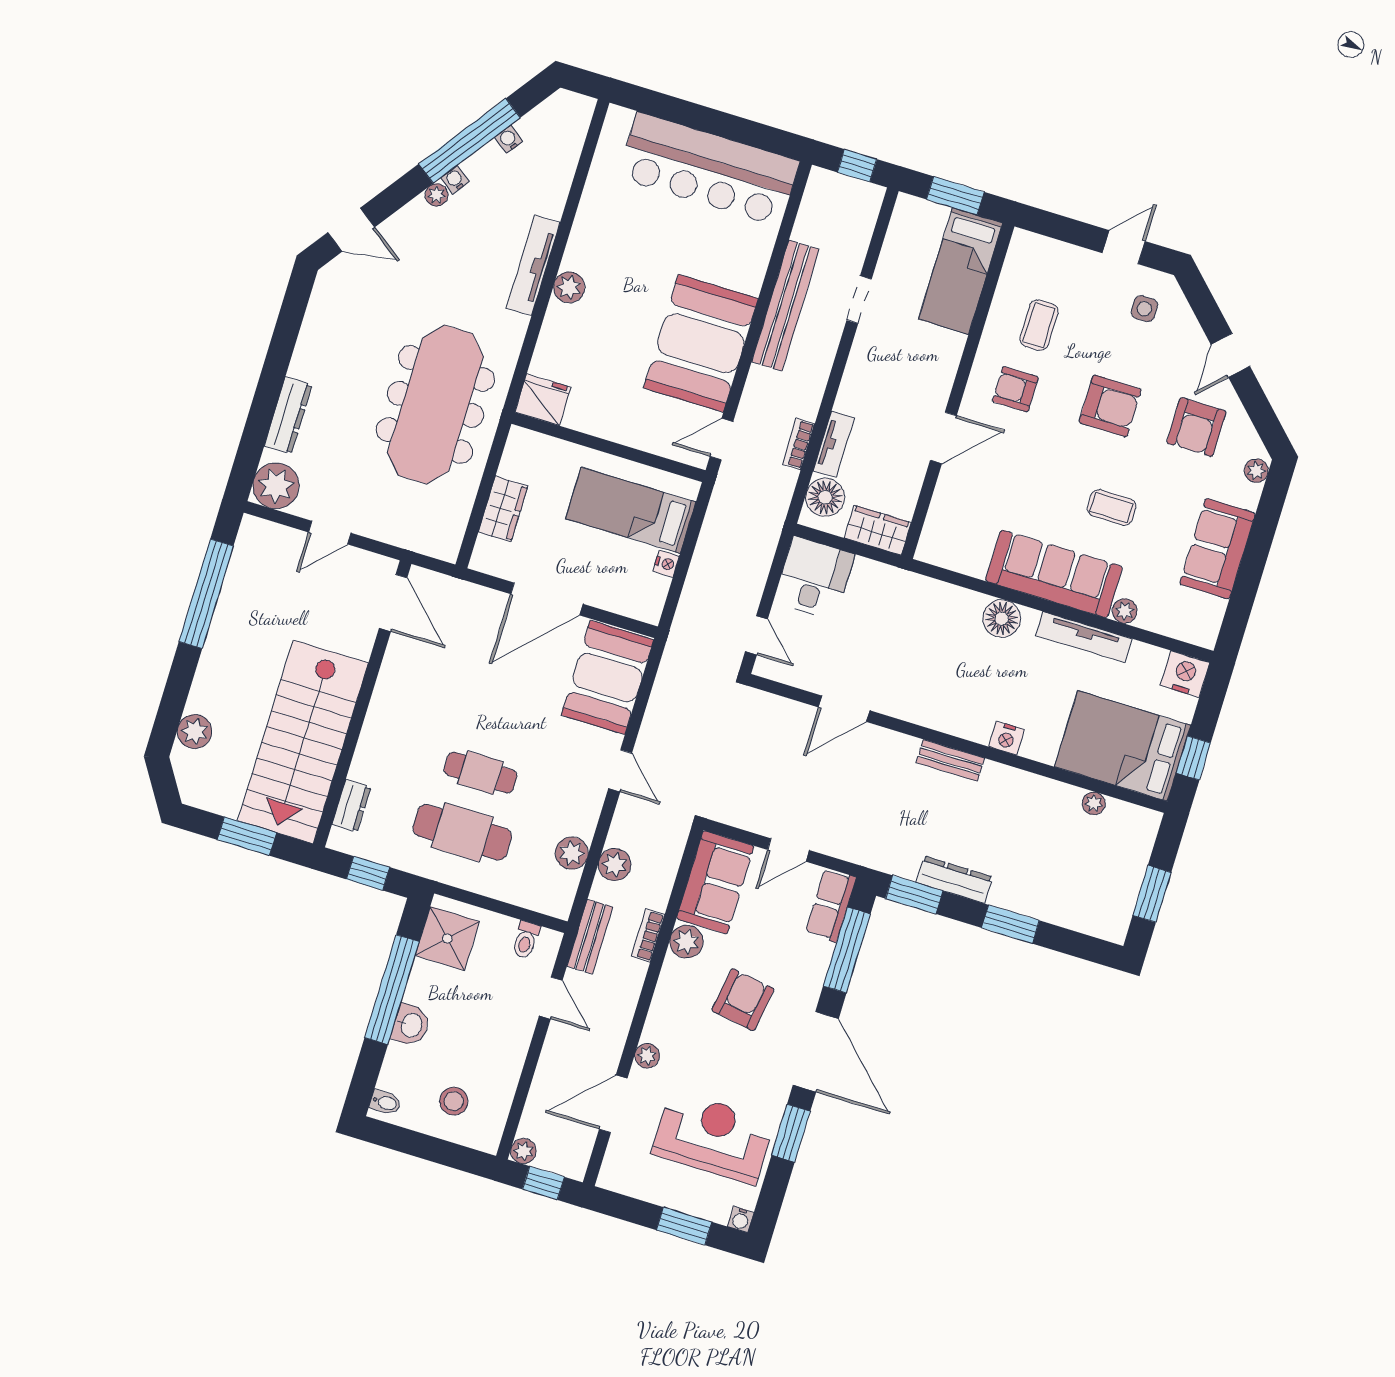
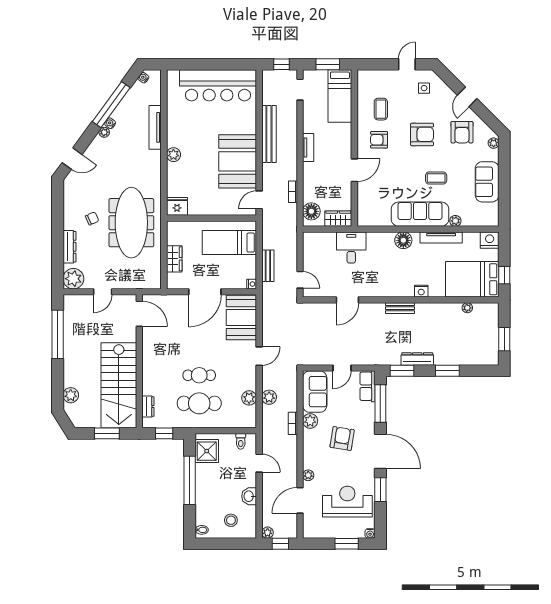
water cooler: (509, 139) -> (143, 78), moved
tv unit: (533, 265) -> (155, 127), moved
doorway: (859, 300) -> (300, 90), moved
chair: (355, 370) -> (92, 218), added
tv unit: (834, 444) -> (308, 148), moved
nightstand: (666, 564) -> (252, 284), moved
desk: (814, 578) -> (351, 248), moved
door: (620, 771) -> (259, 356), hinge flipped
bench: (590, 937) -> (268, 266), moved
washbasin: (411, 1025) -> (249, 496), moved, turned 180

